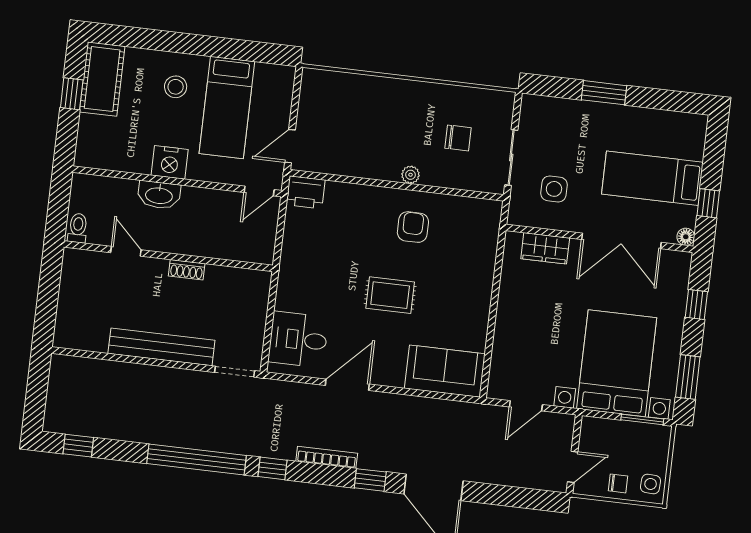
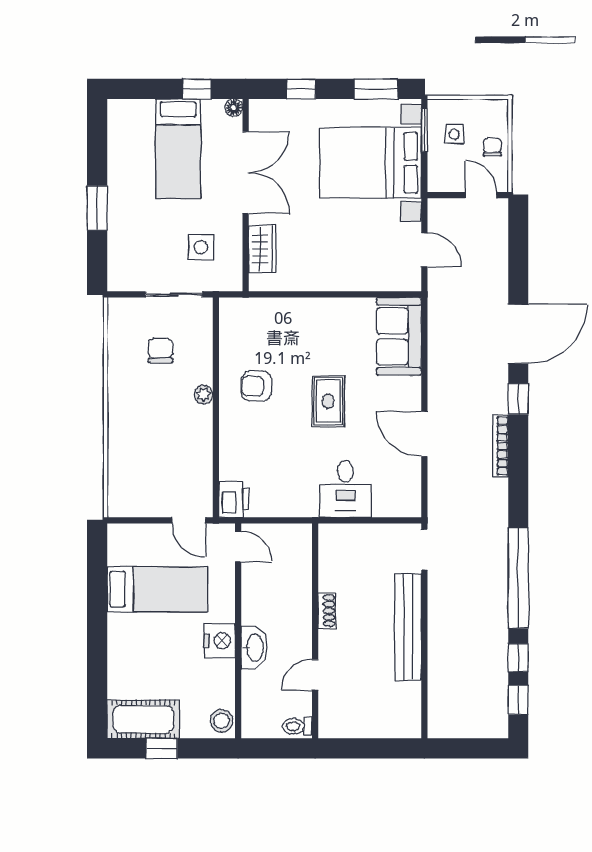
stool: (176, 87) -> (222, 721), moved
desk: (298, 339) -> (345, 489), moved
window: (272, 468) -> (518, 658), moved
side table: (651, 484) -> (454, 134), moved

